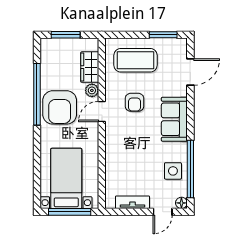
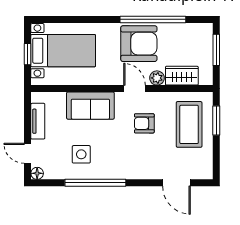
window: (163, 35) -> (216, 120), moved
armchair: (60, 107) -> (139, 44), turned 180
sofa: (174, 119) -> (90, 106), moved, turned 180
window: (190, 169) -> (95, 183), moved
side table: (173, 171) -> (81, 154), moved
window: (70, 212) -> (28, 54), width x0.46

